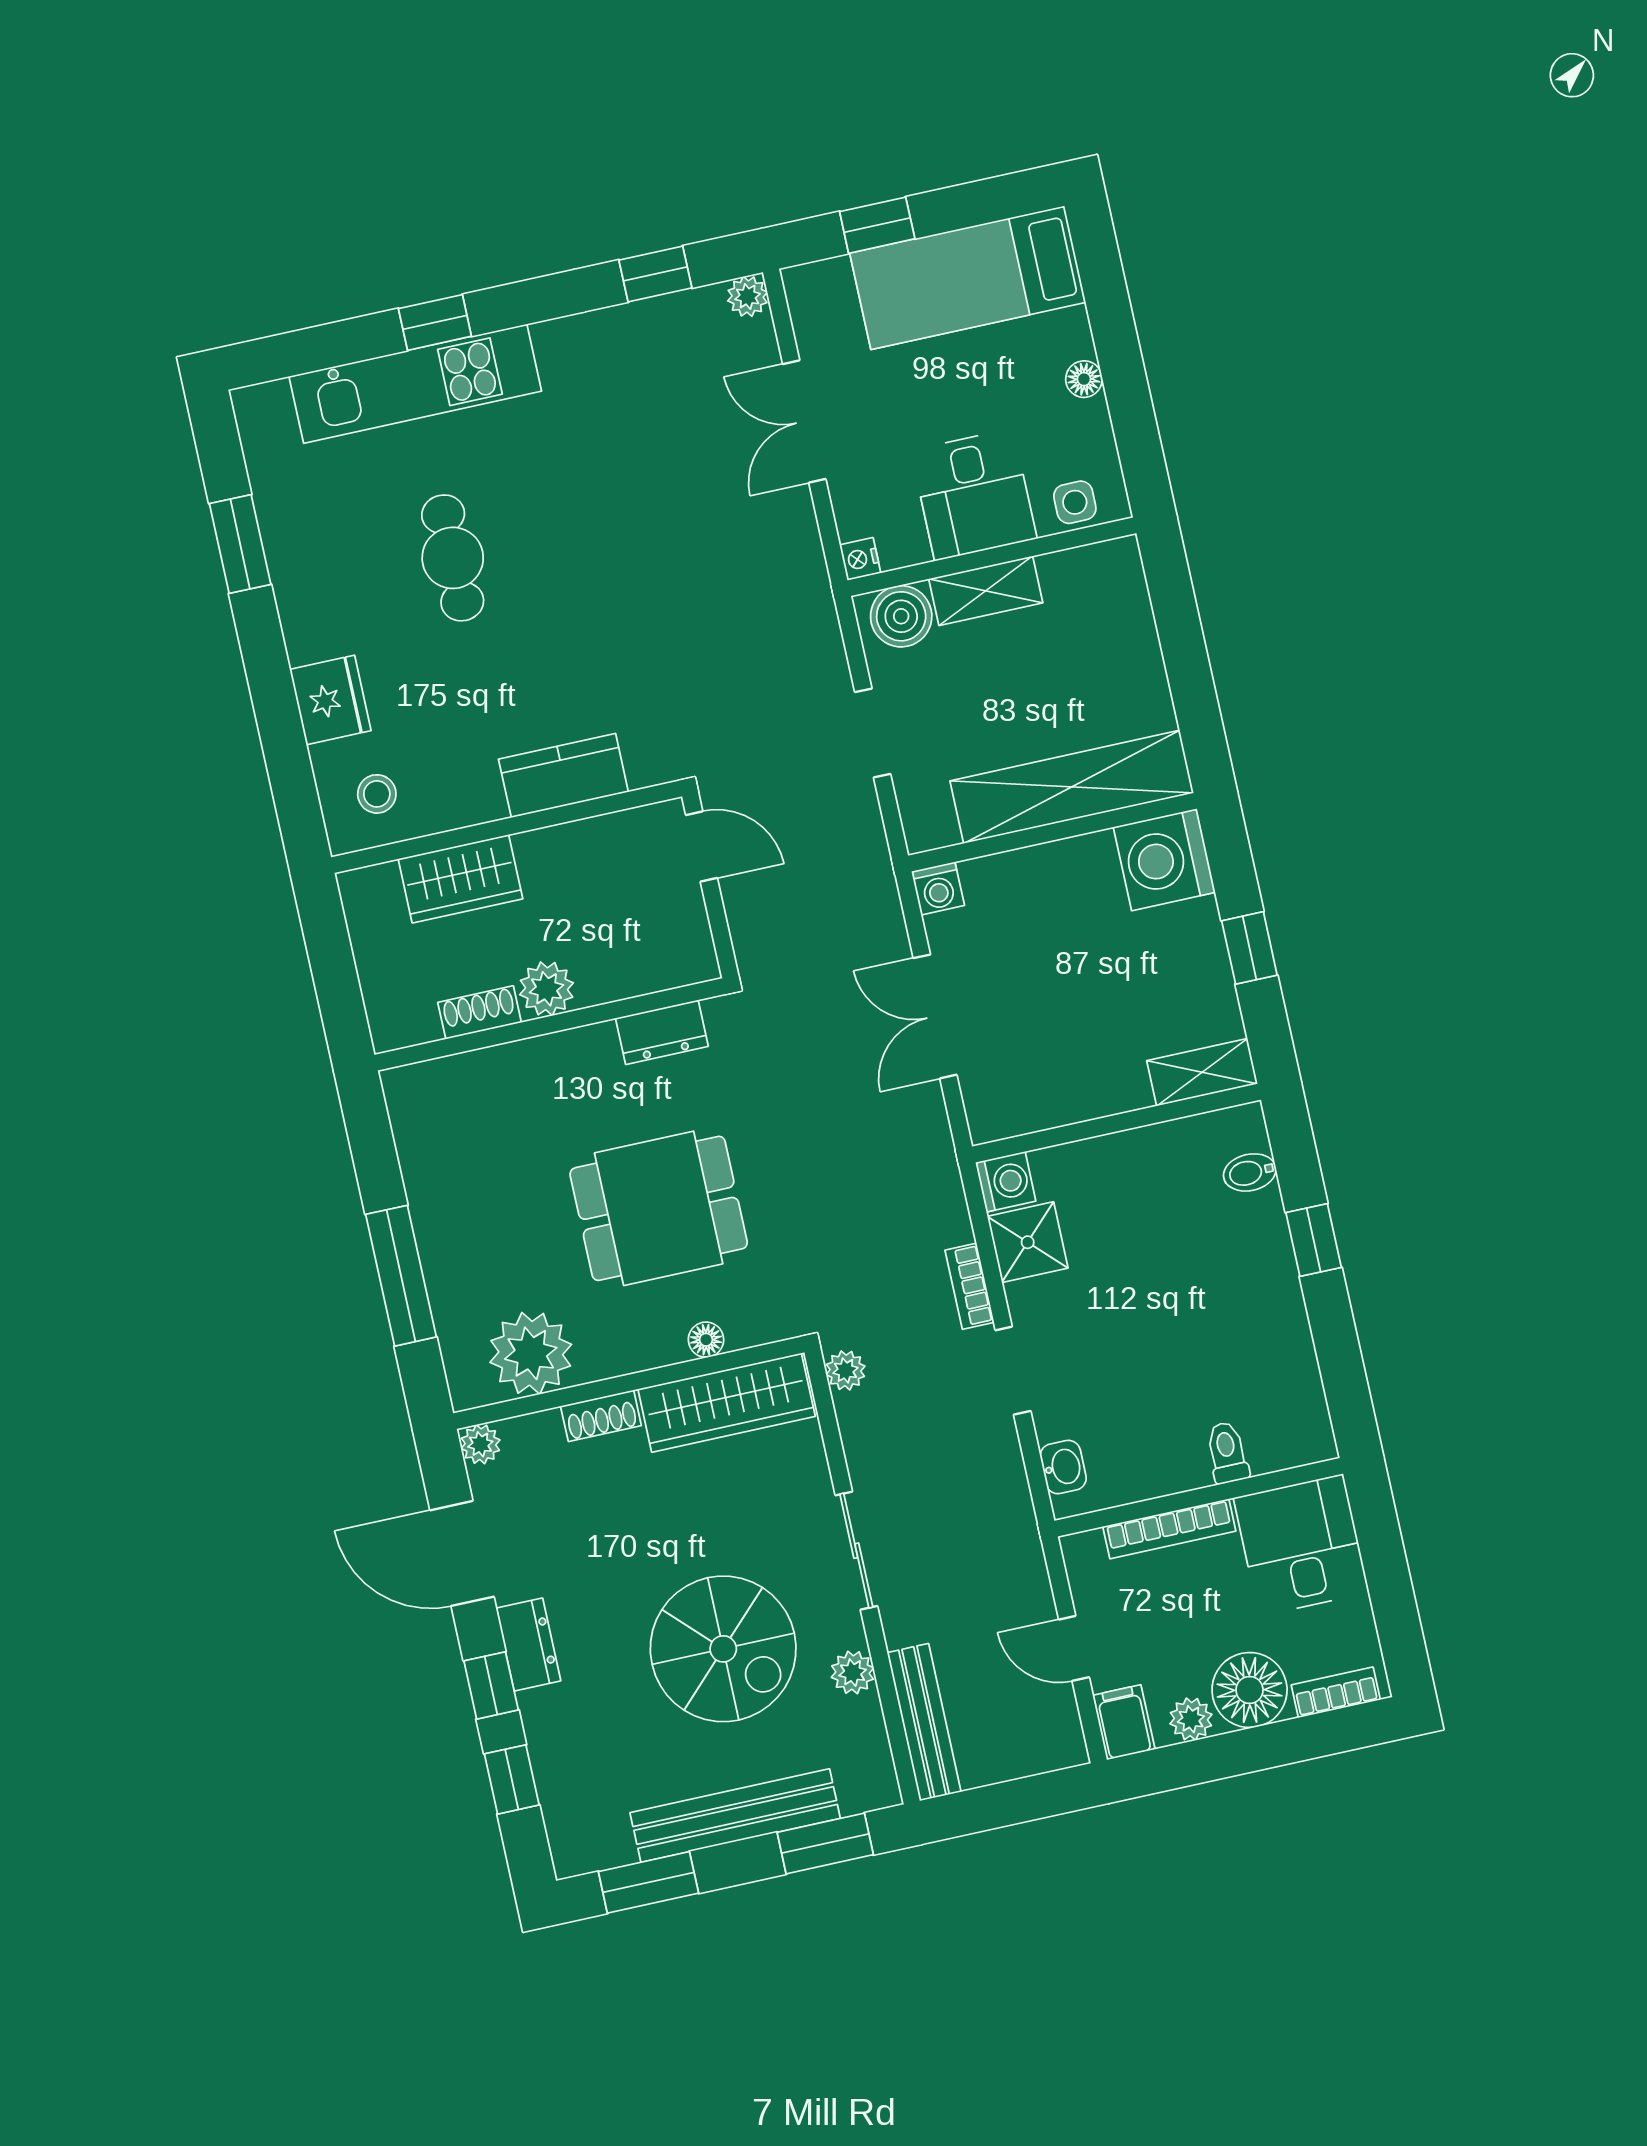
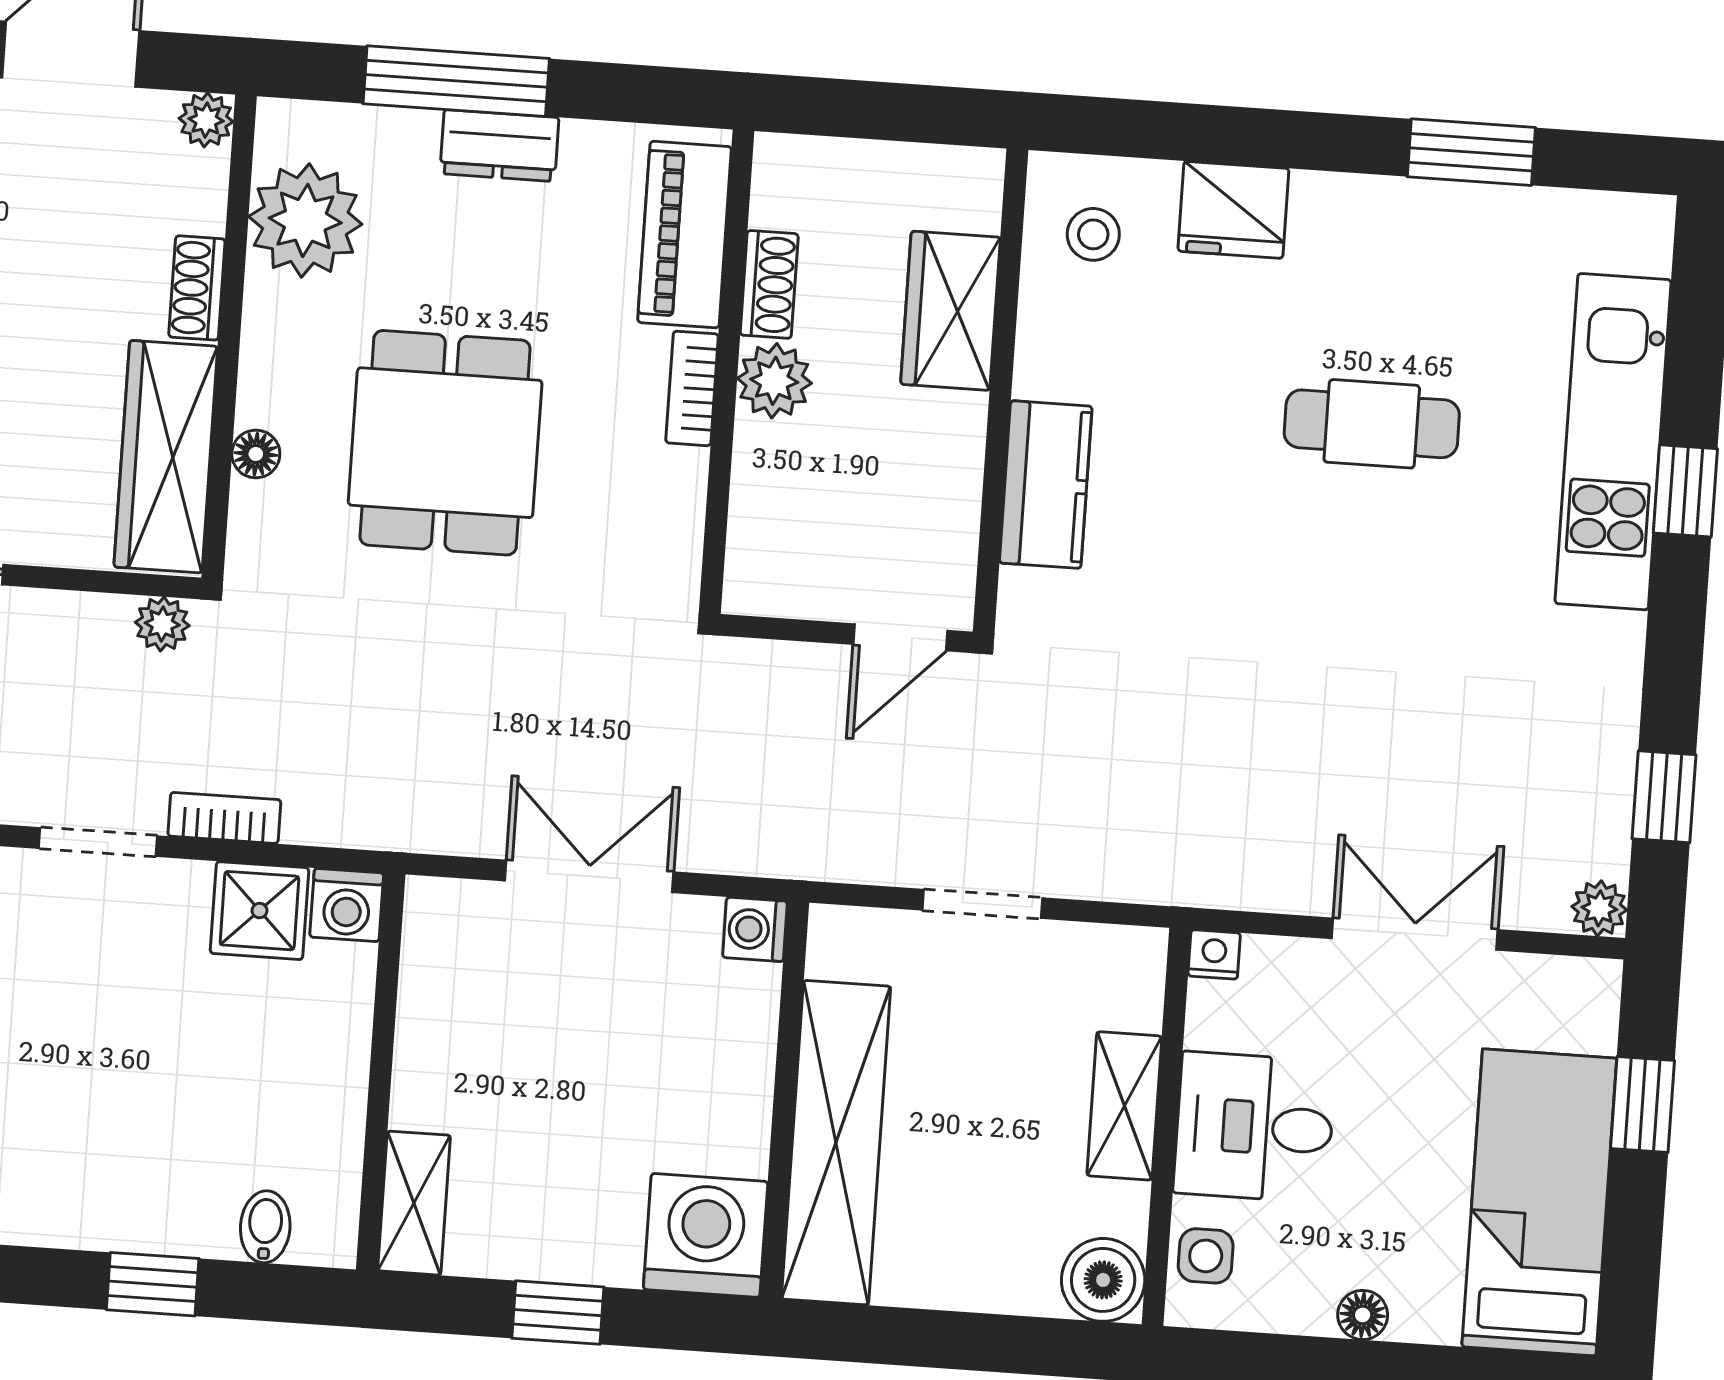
boiler: (901, 616) -> (1103, 1280), moved
dresser: (662, 1032) -> (499, 146), moved, turned -90
bookcase: (569, 1045) -> (692, 388), added
piano: (462, 1083) -> (685, 235), added

